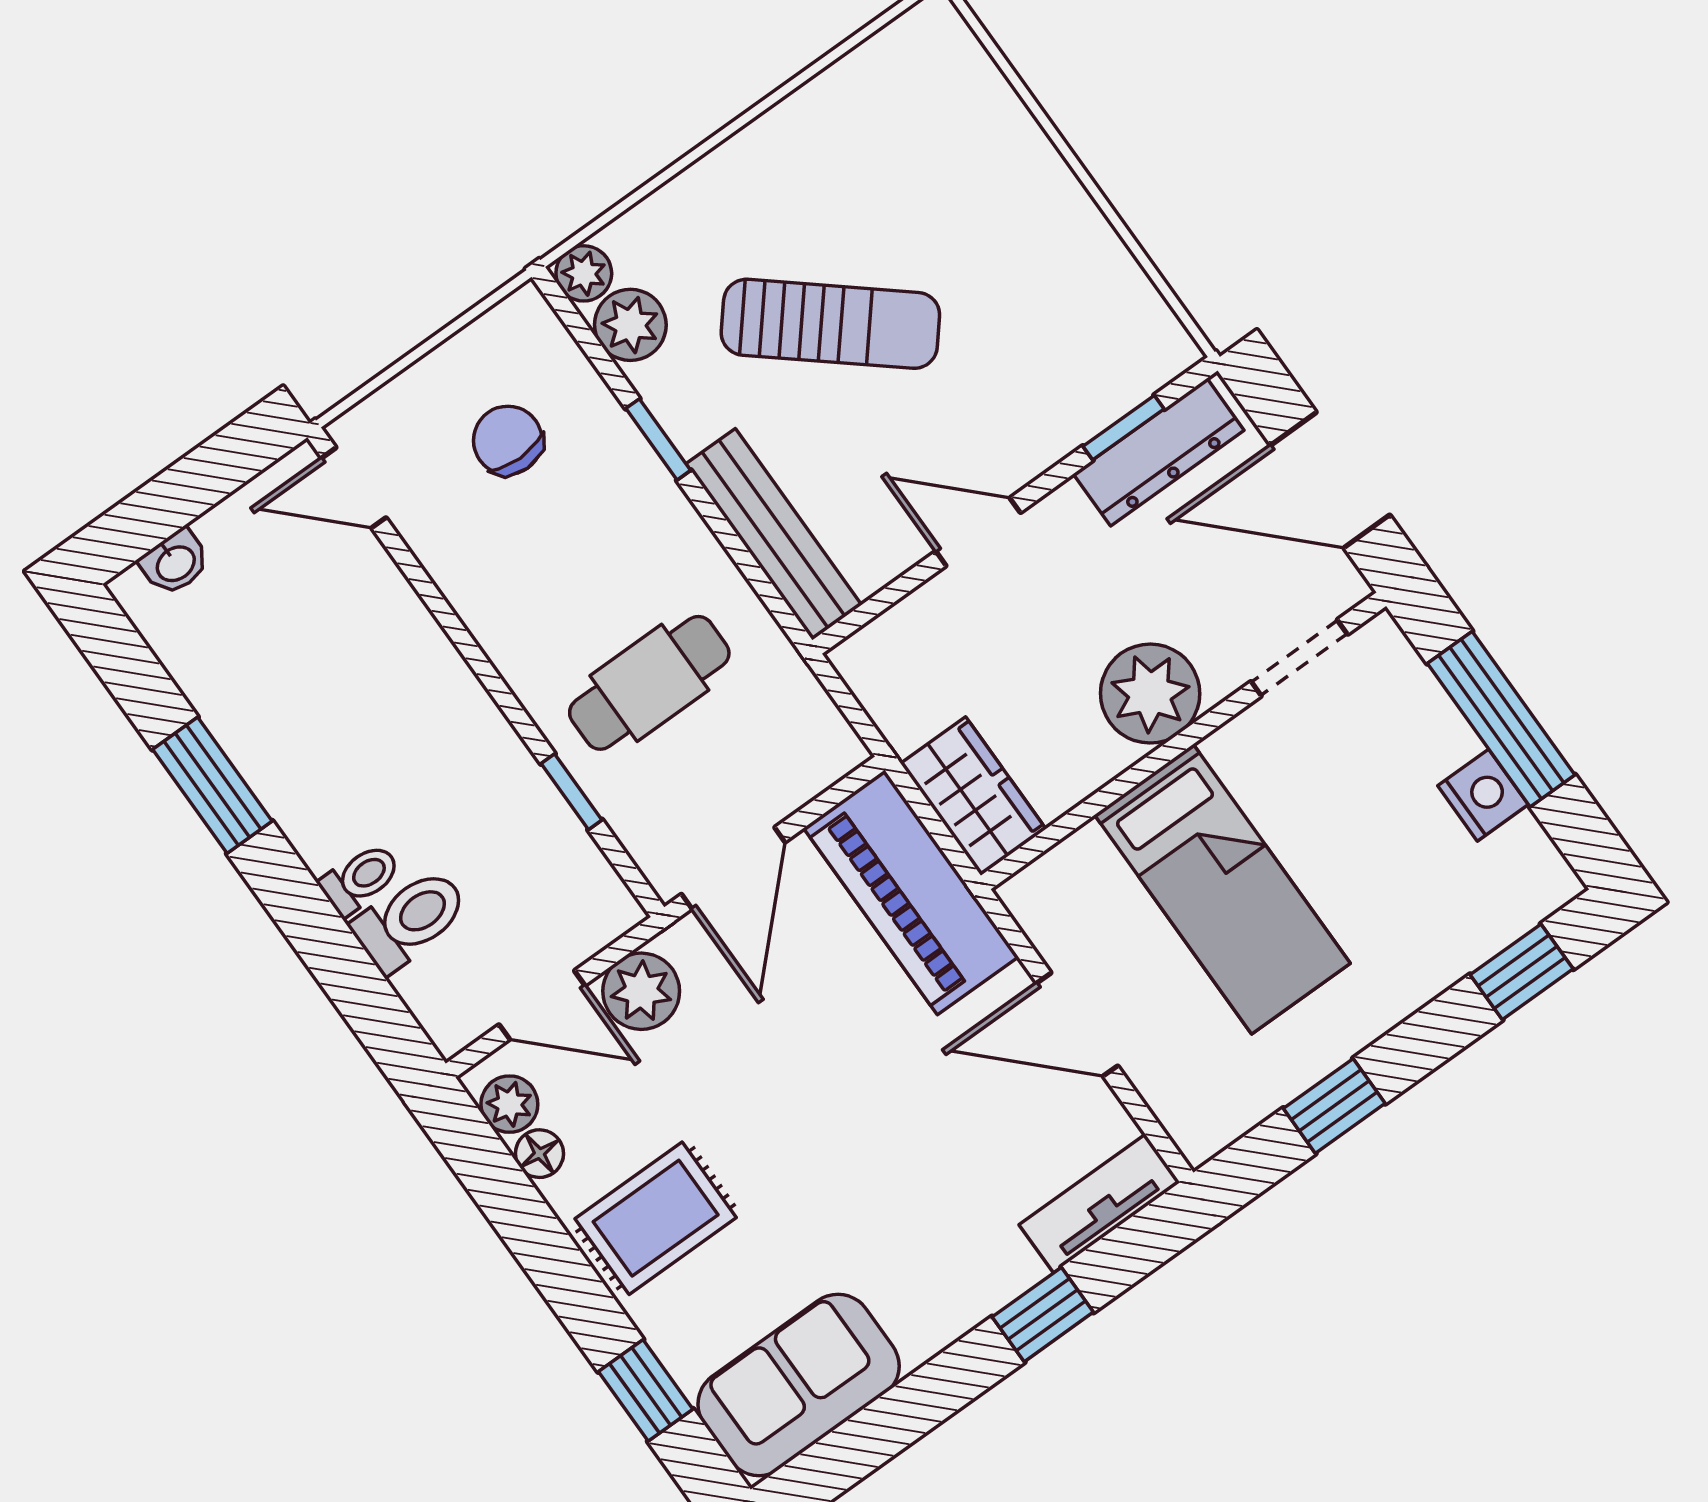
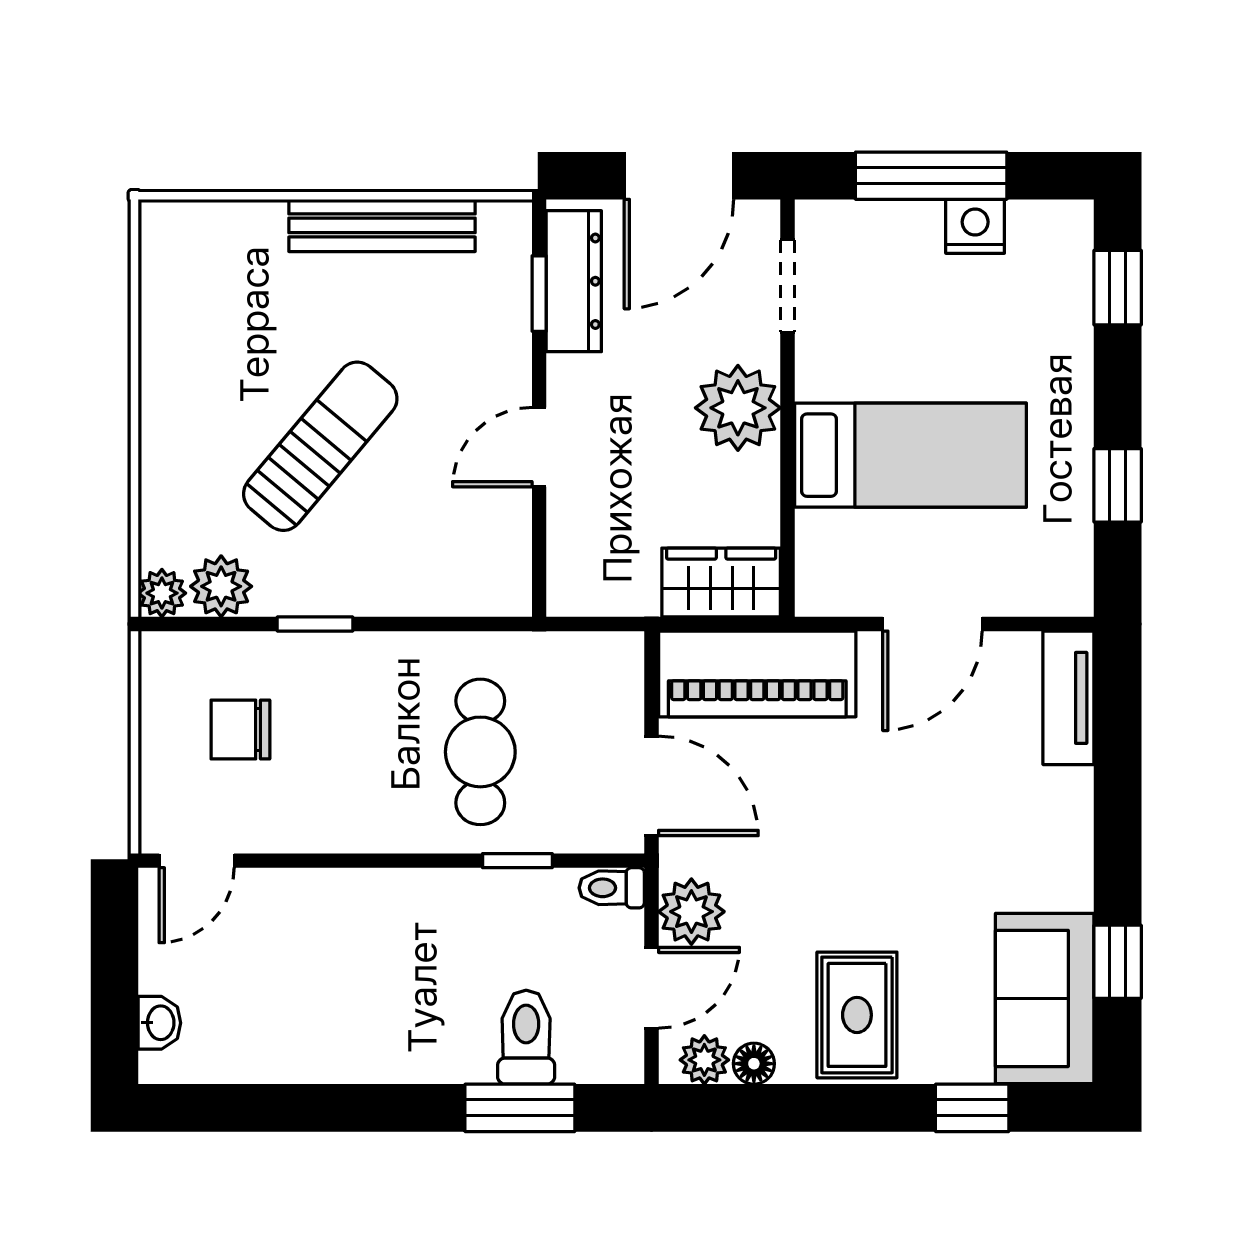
bench: (774, 534) -> (382, 225), moved
window: (212, 785) -> (520, 1108), moved
toilet: (360, 879) -> (612, 888), moved, turned -90
window: (1043, 1315) -> (1118, 962), moved

